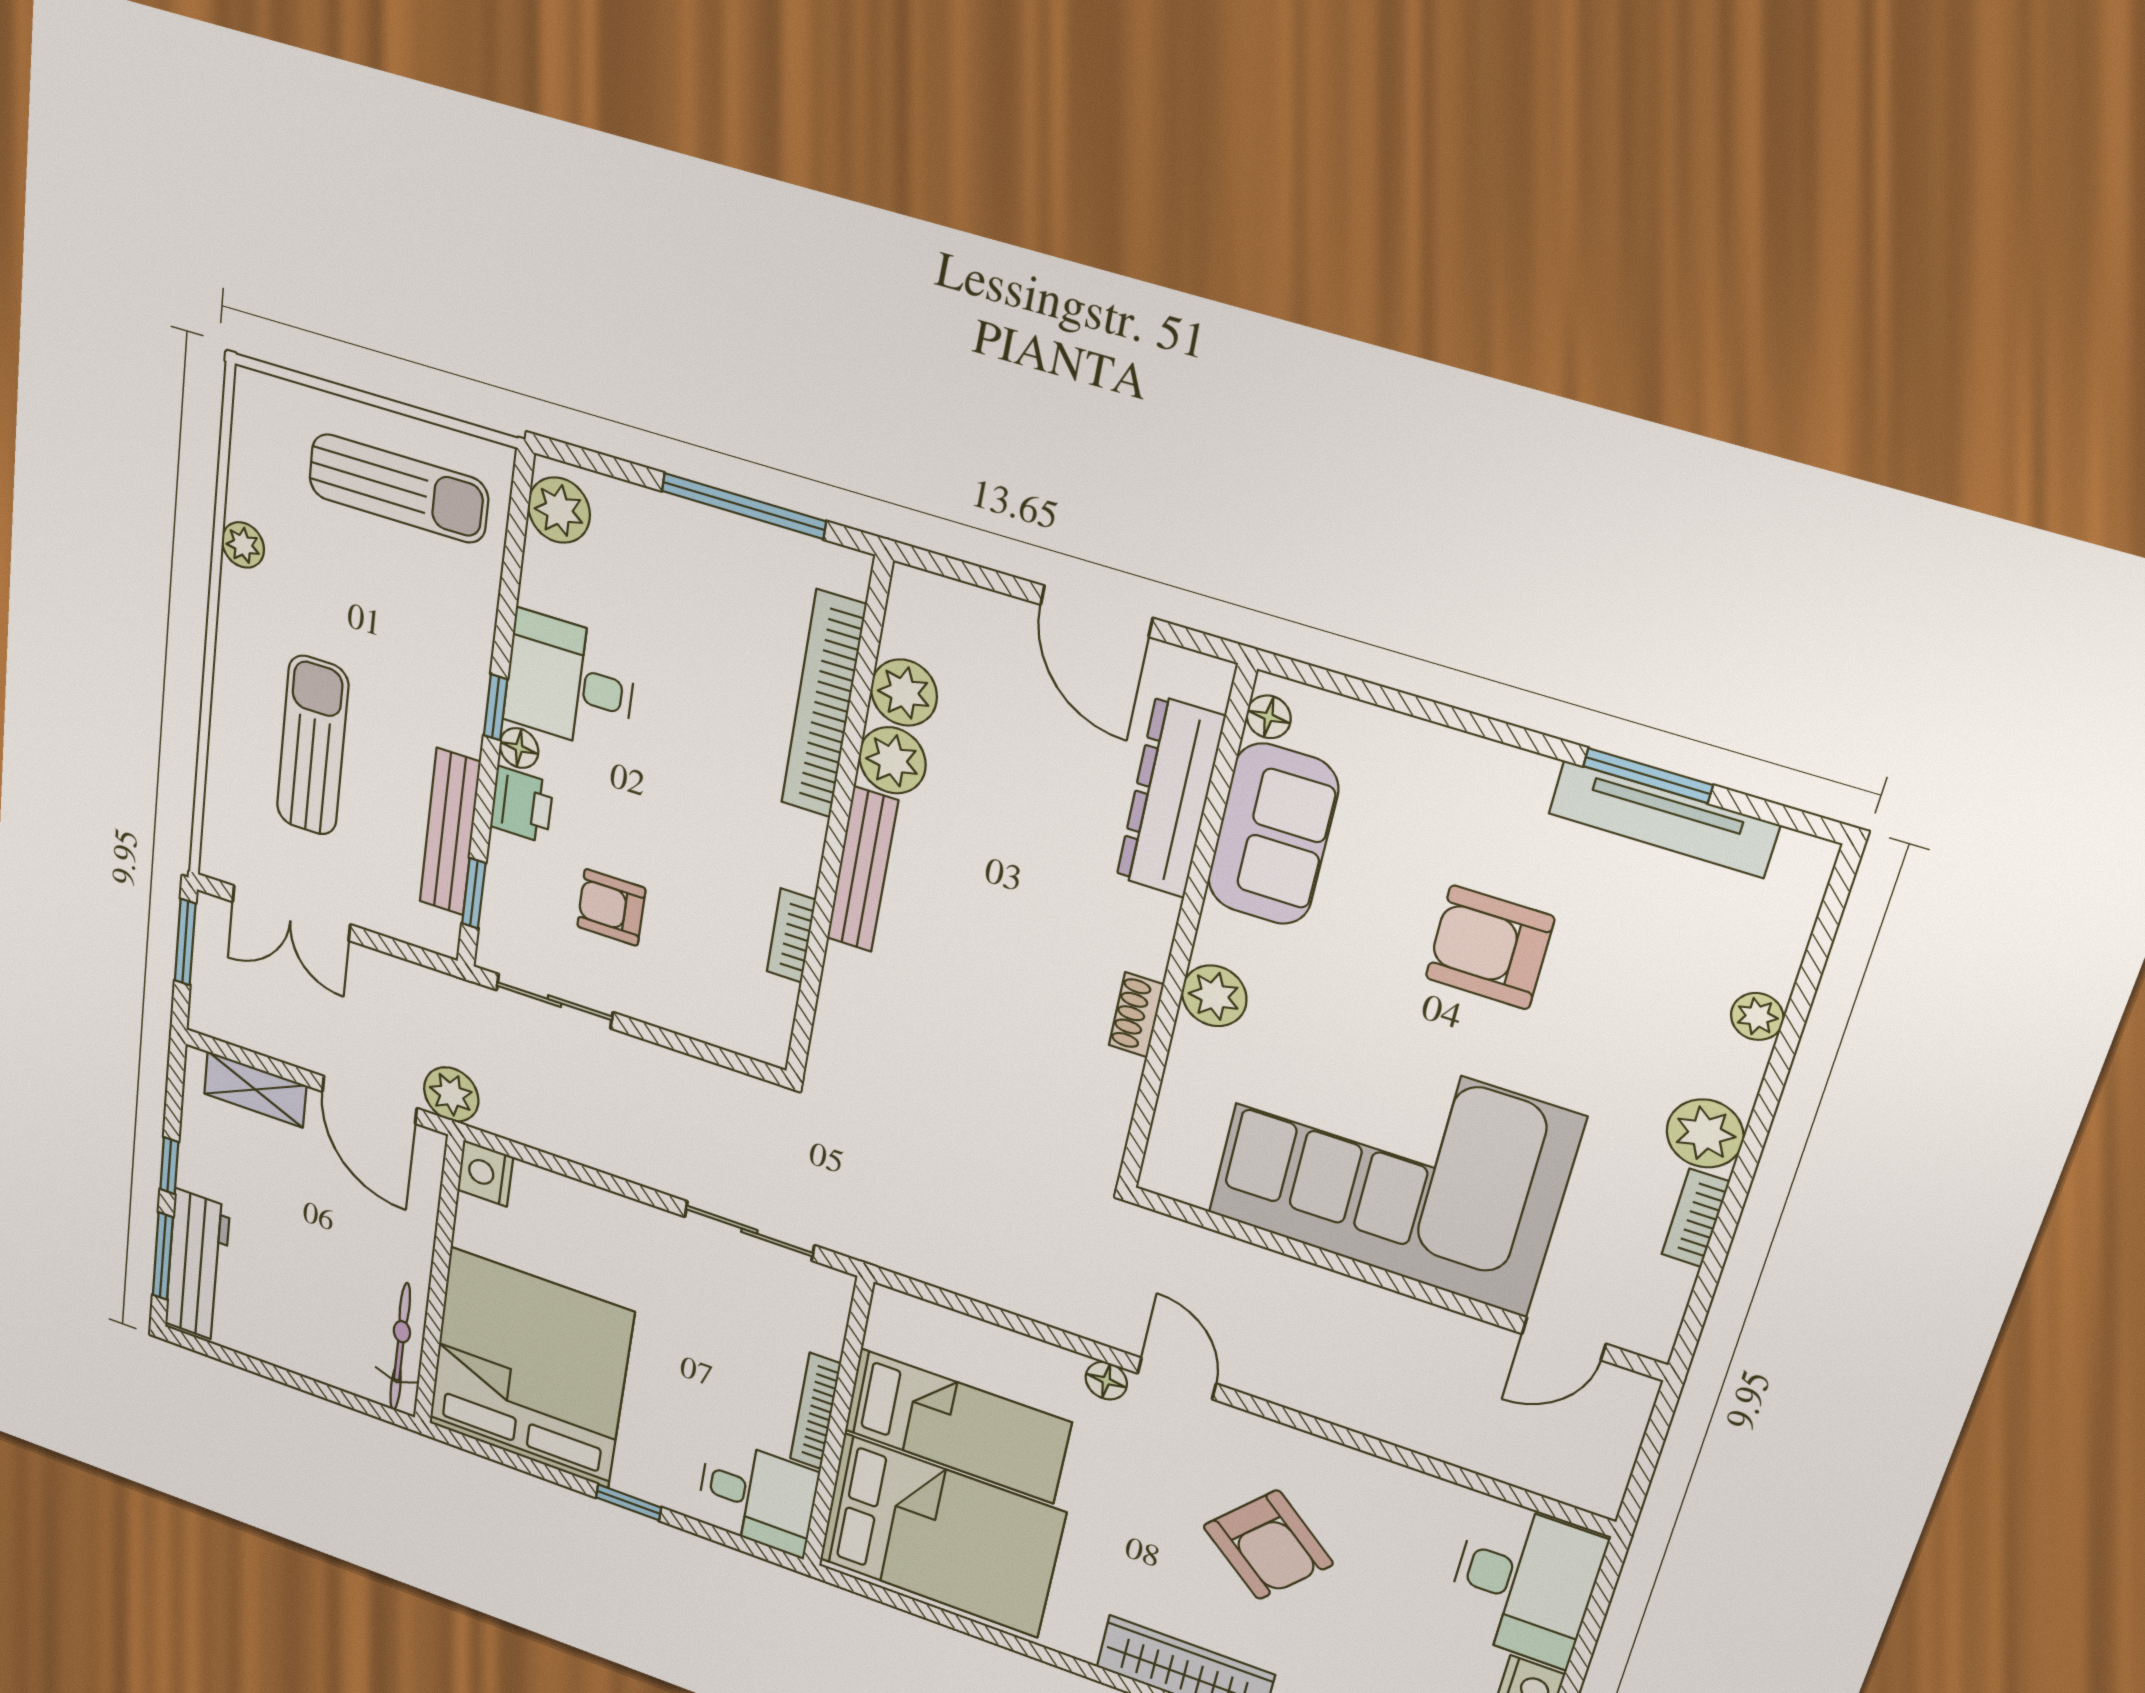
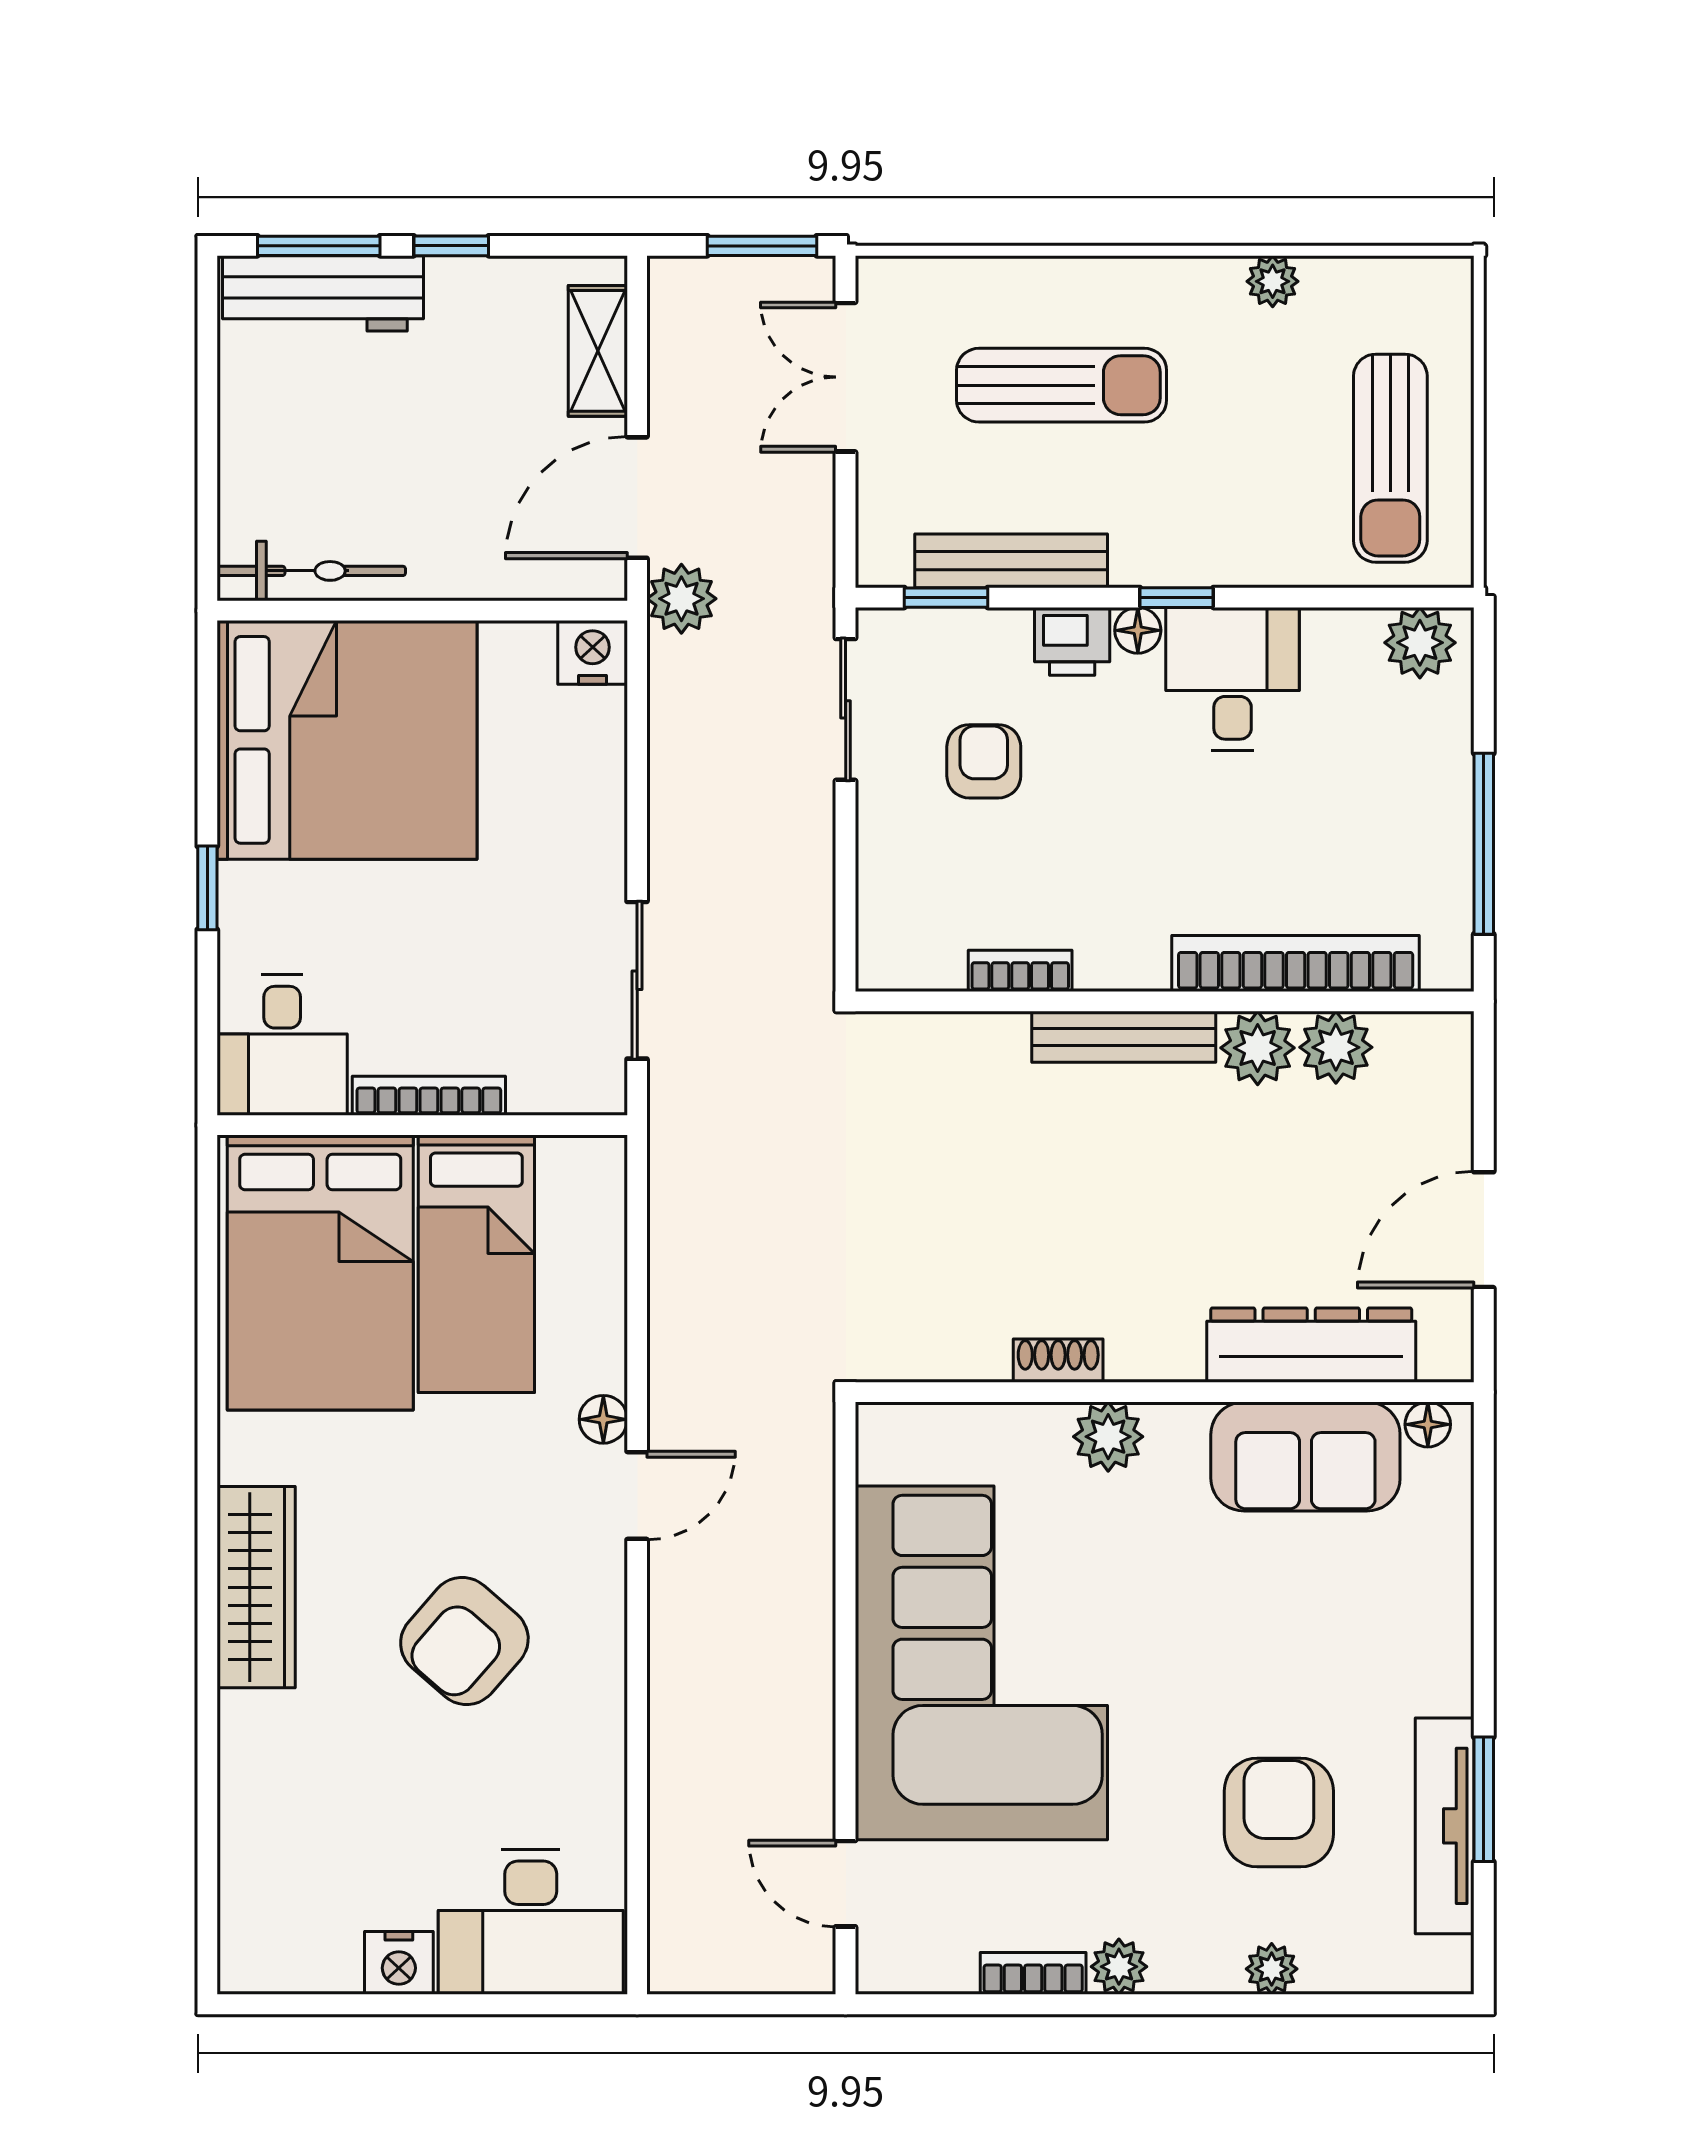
armchair: (1490, 948) -> (1279, 1813), moved
plant: (1705, 1134) -> (1119, 1967), width x0.73, depth x0.73

